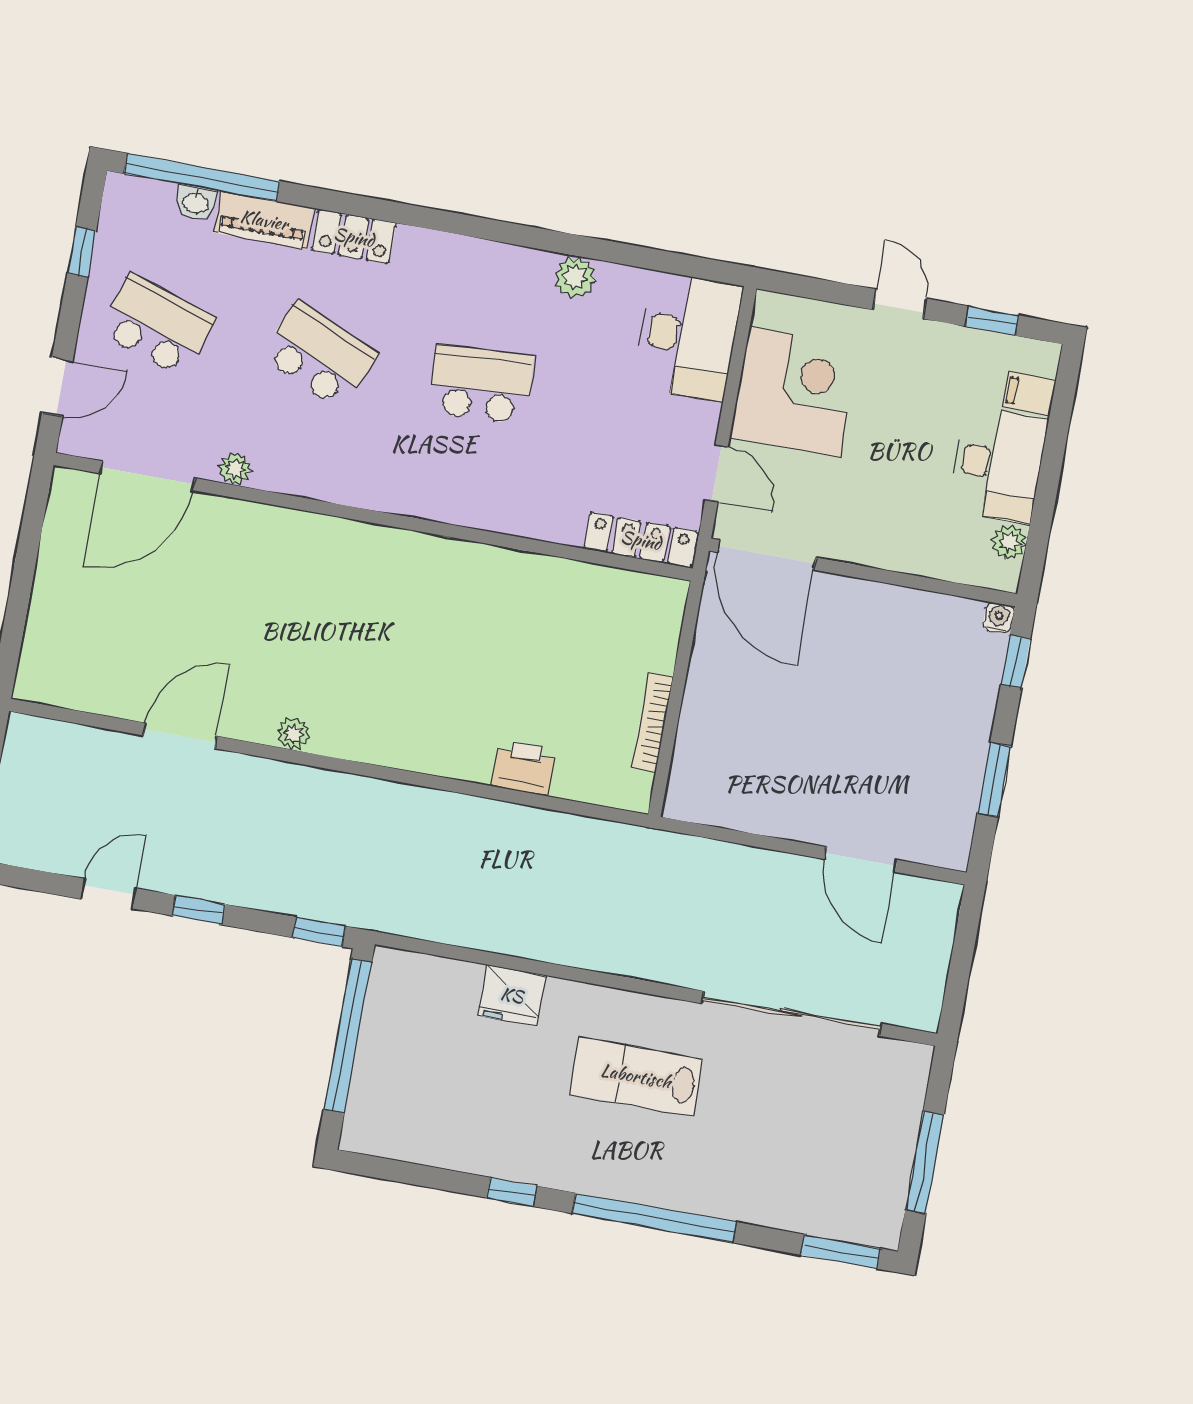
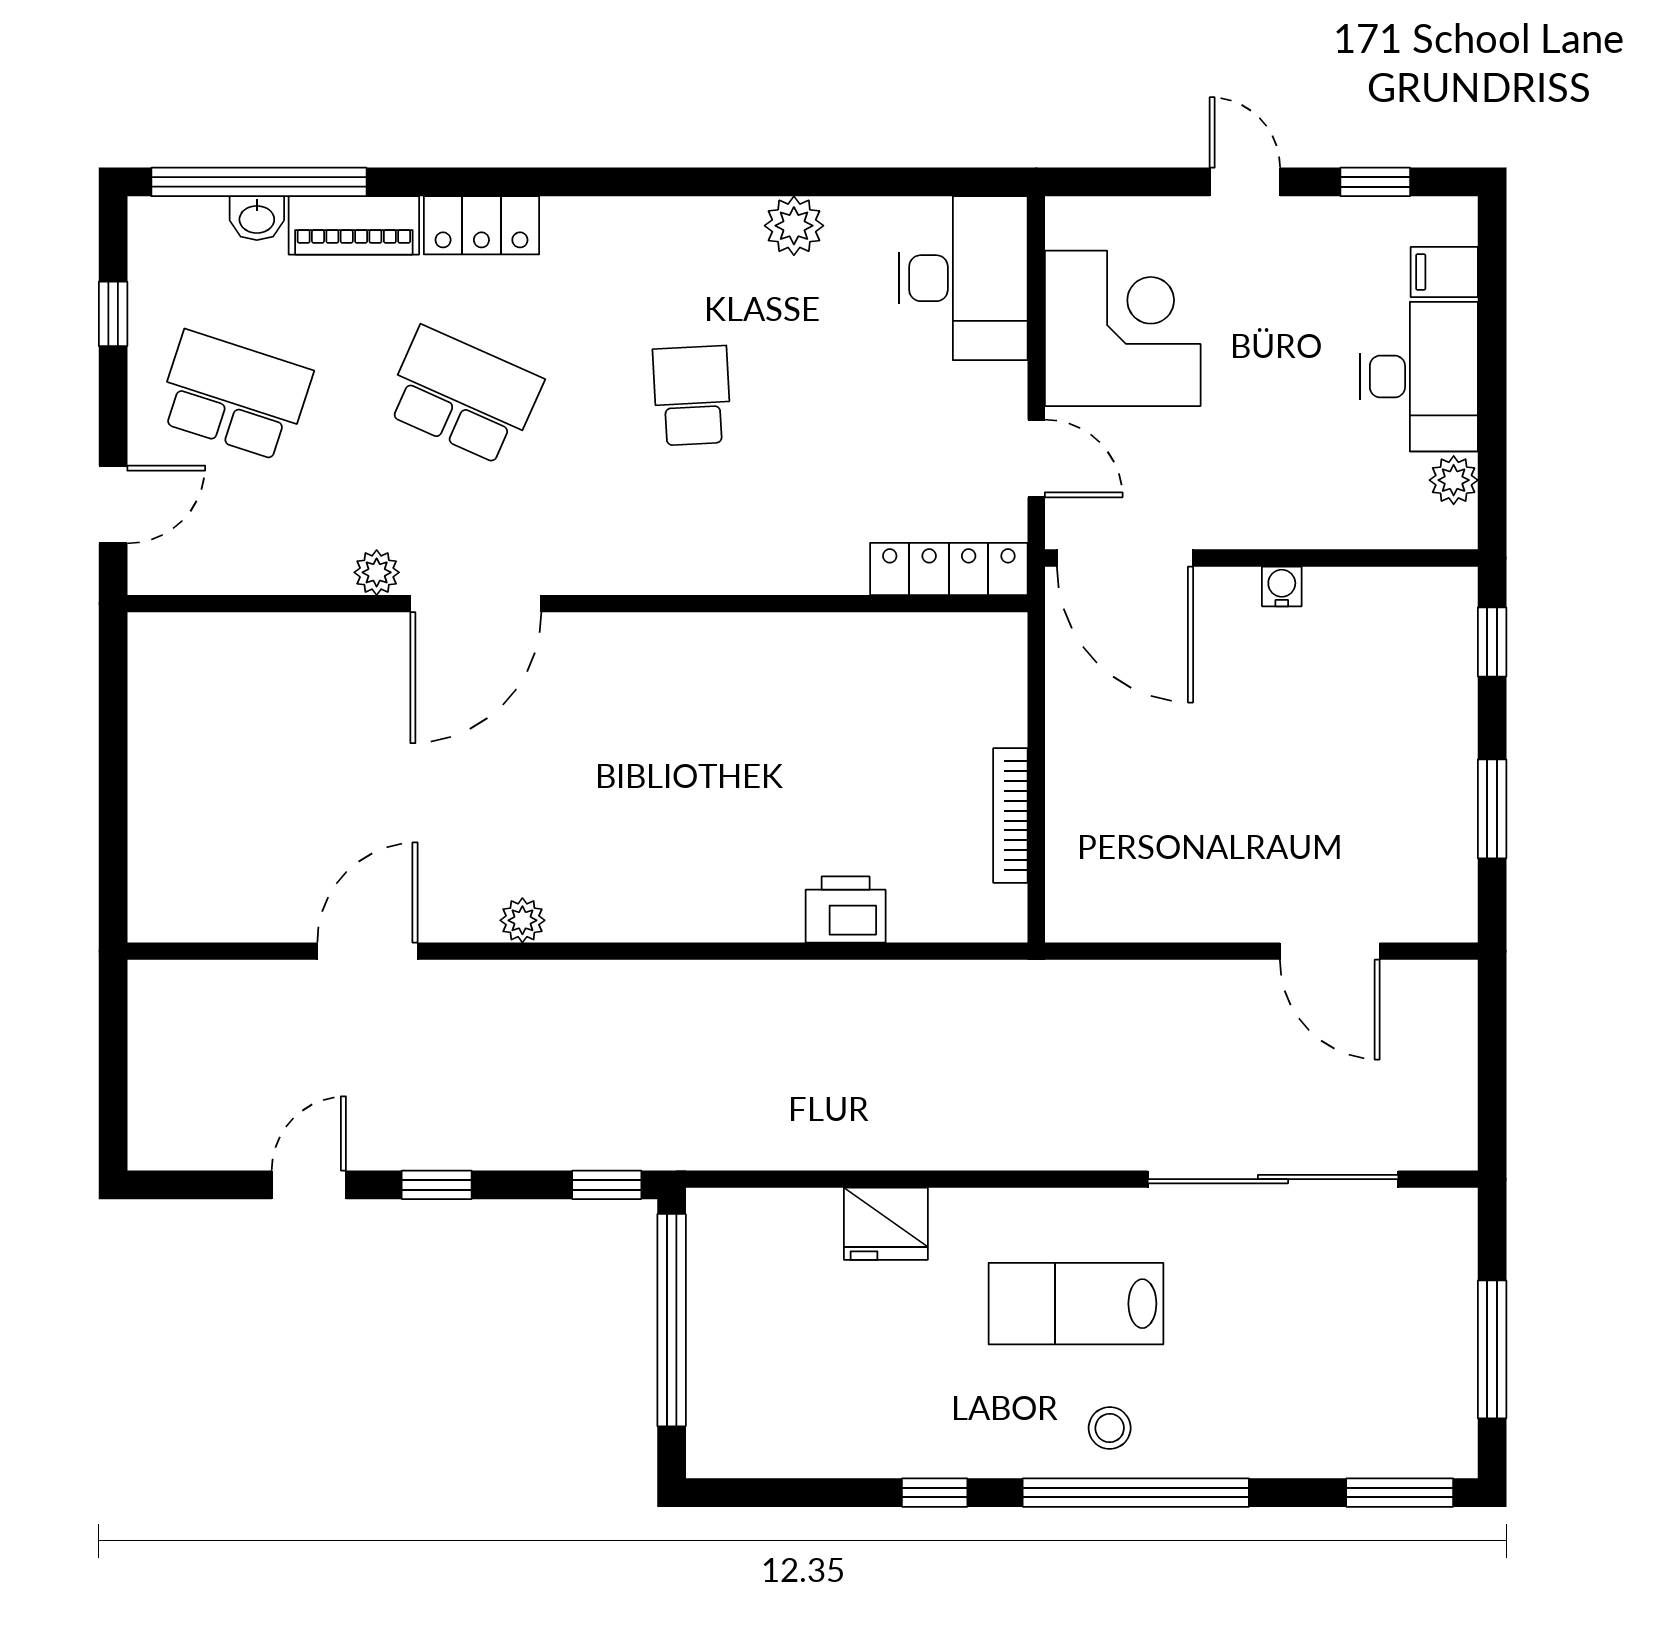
school desk: (481, 384) -> (692, 396), width x0.54
door: (148, 476) -> (476, 604), moved
water cooler: (999, 618) -> (1282, 586), moved
stool: (644, 1169) -> (1110, 1428), added

